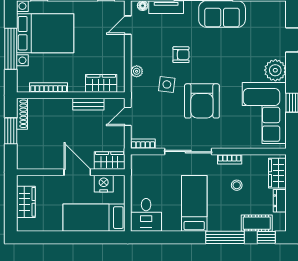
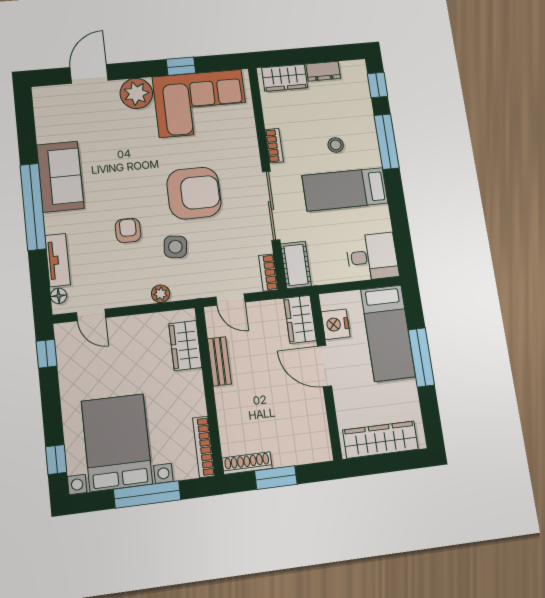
bookcase: (49, 87) -> (204, 447), moved
door: (77, 172) -> (324, 366), hinge flipped
stool: (237, 185) -> (336, 145), moved
wardrobe: (26, 202) -> (380, 440), width x1.50
cot: (257, 223) -> (296, 265), moved
window: (75, 237) -> (421, 357), added

